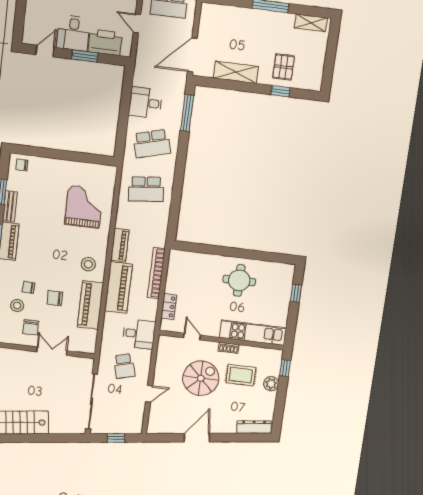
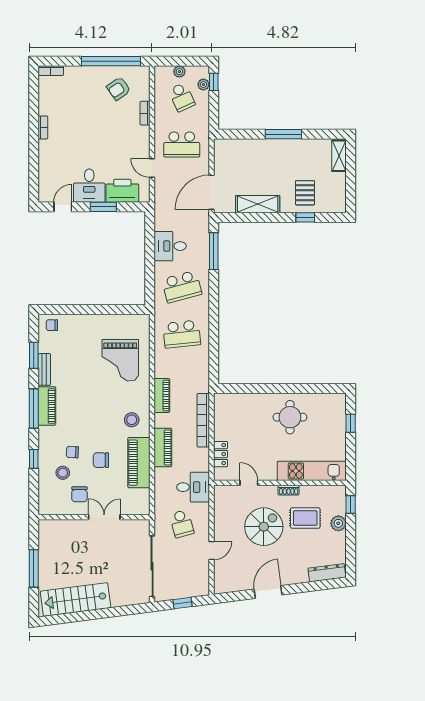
shelving: (311, 23) -> (339, 156), moved, turned 90
grand piano: (84, 207) -> (120, 360), turned 180
piano: (118, 287) -> (163, 447), width x0.73, depth x0.75

